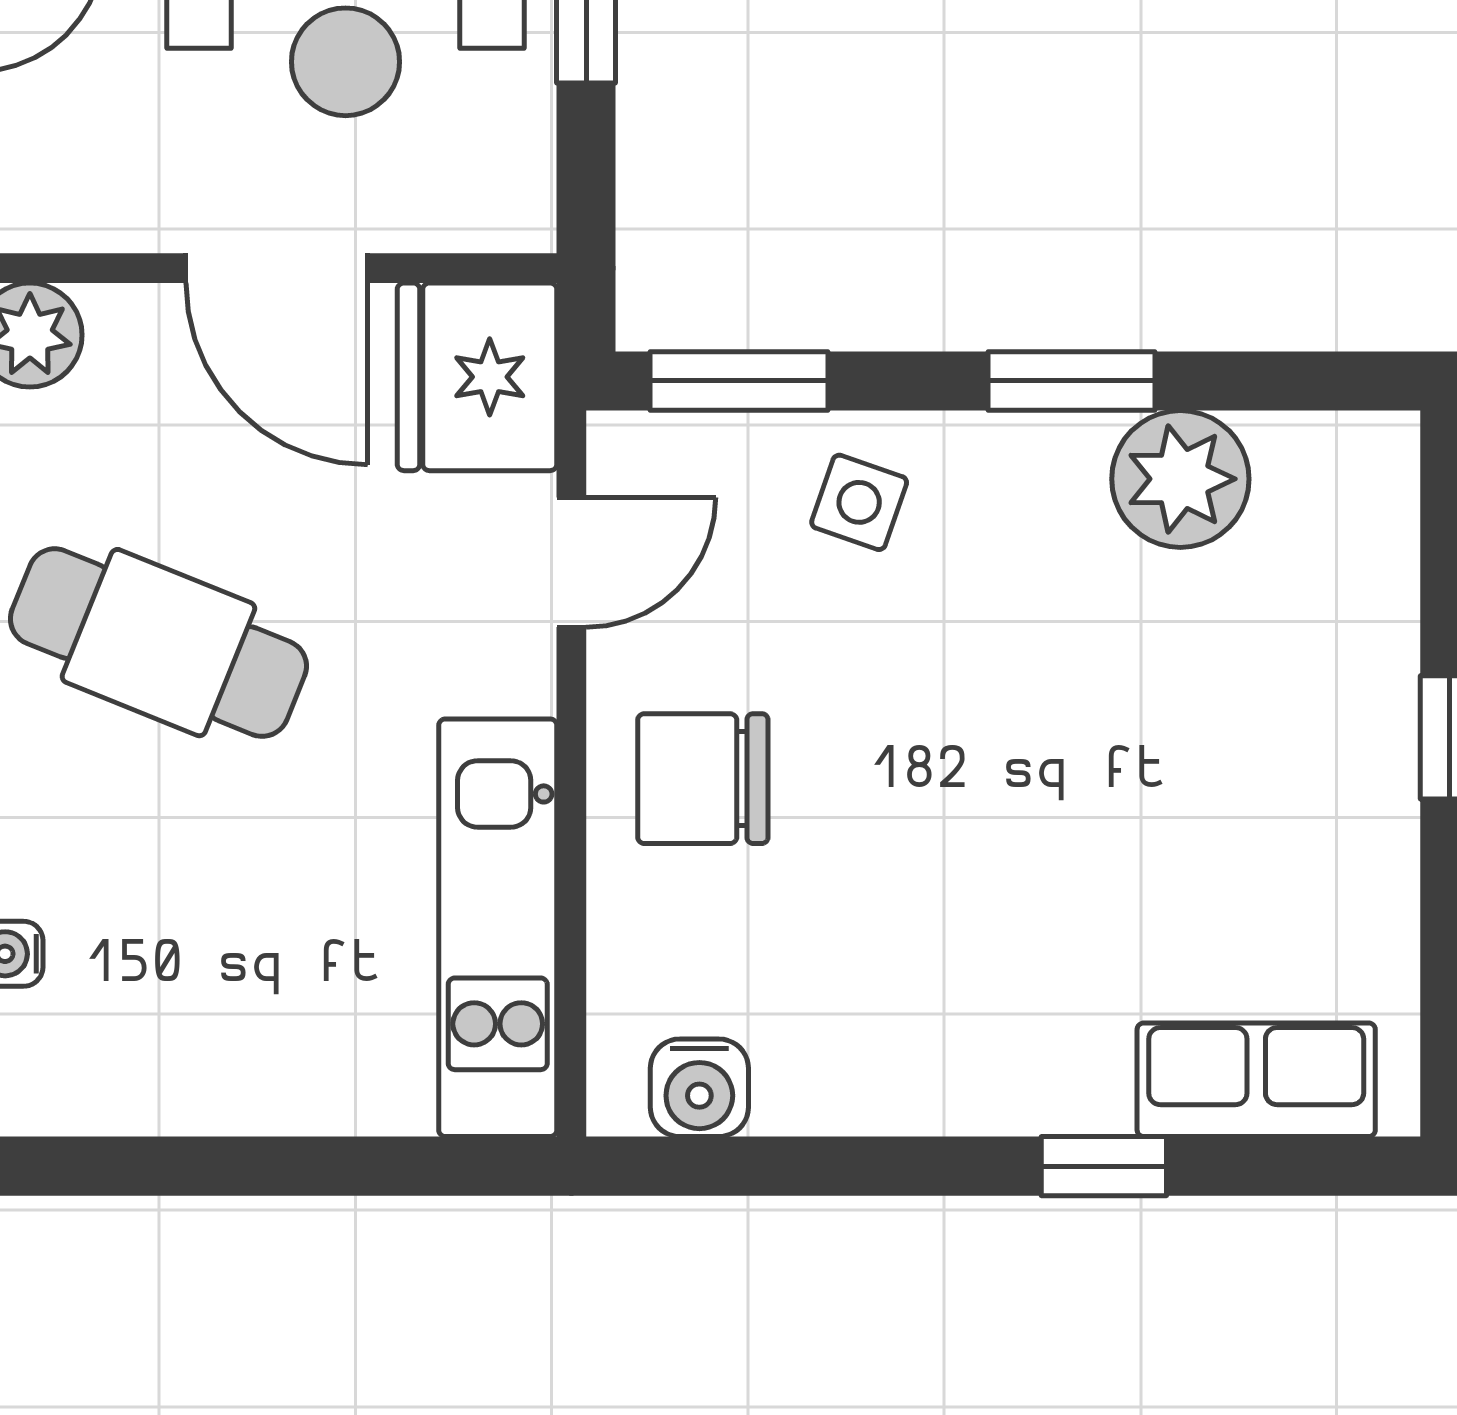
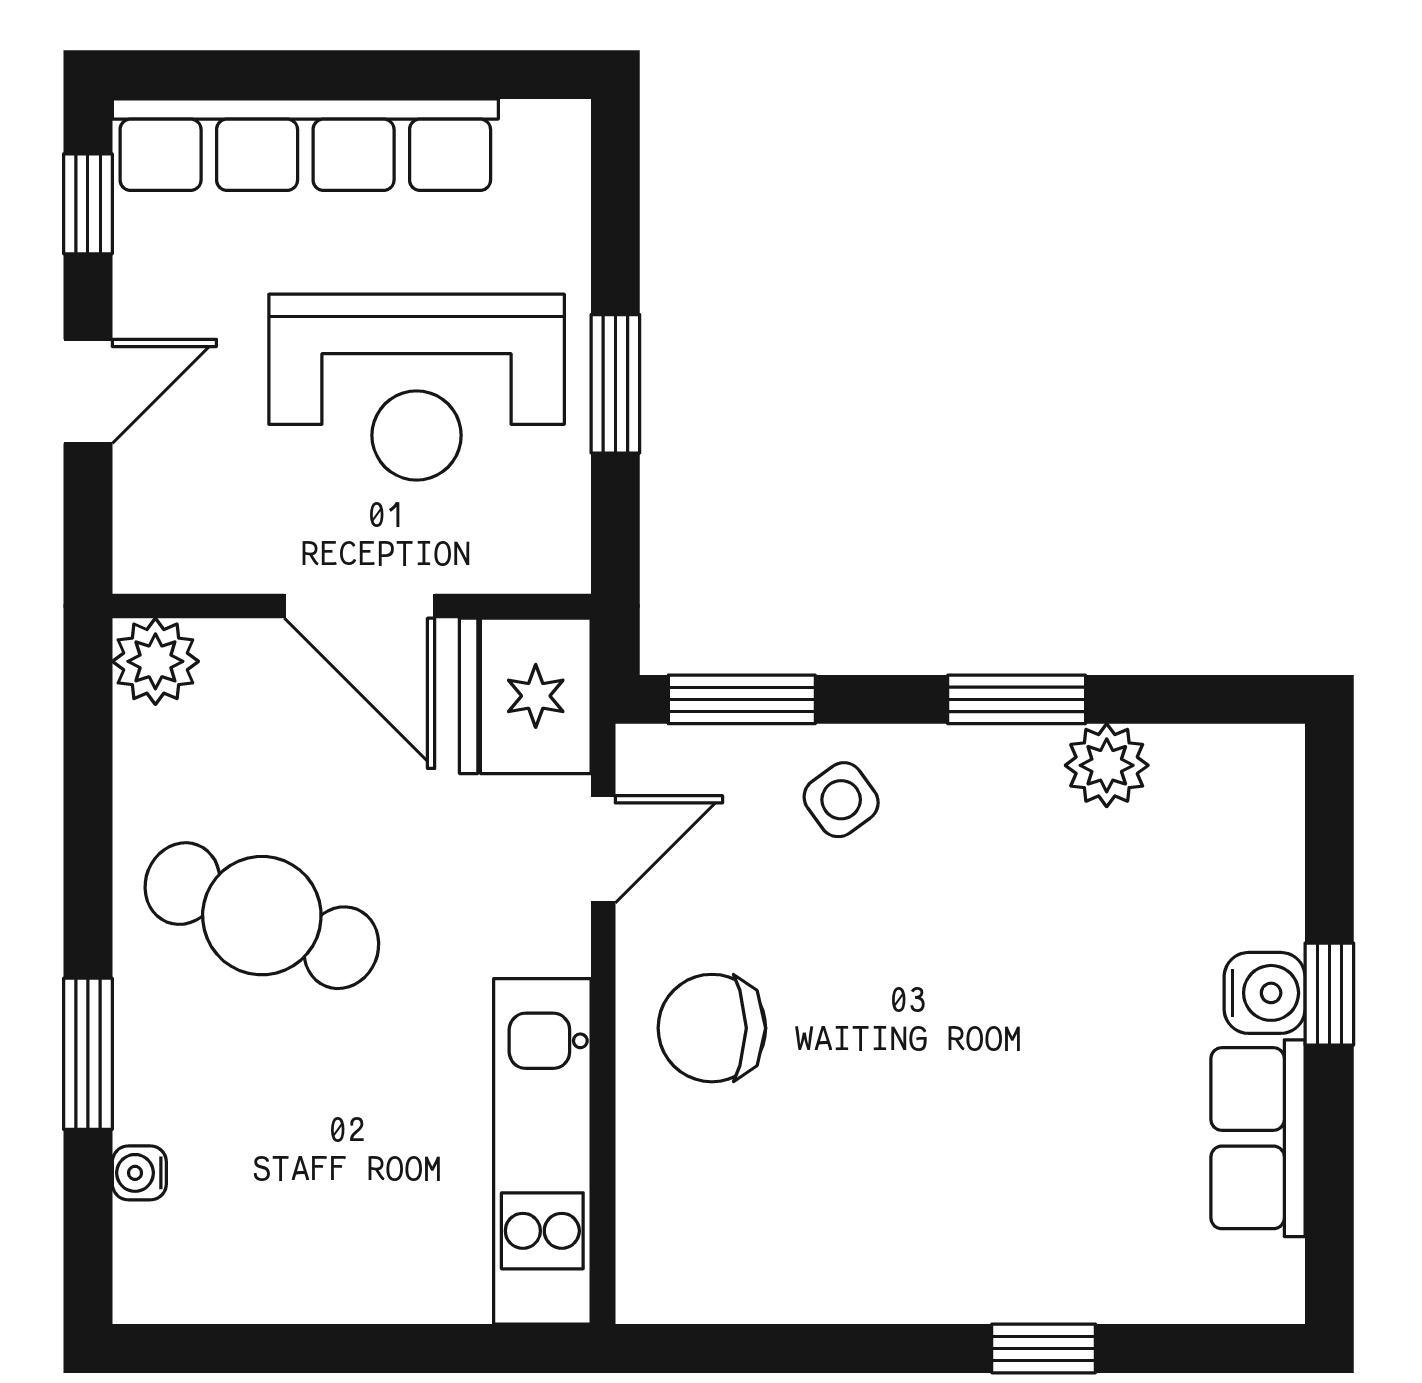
plant: (1180, 479) -> (1107, 765), width x0.73, depth x0.73
side table: (859, 502) -> (841, 800), turned 35
row of seats: (1256, 1080) -> (1258, 1138), moved, turned -90
water cooler: (699, 1088) -> (1265, 993), moved, turned -90

